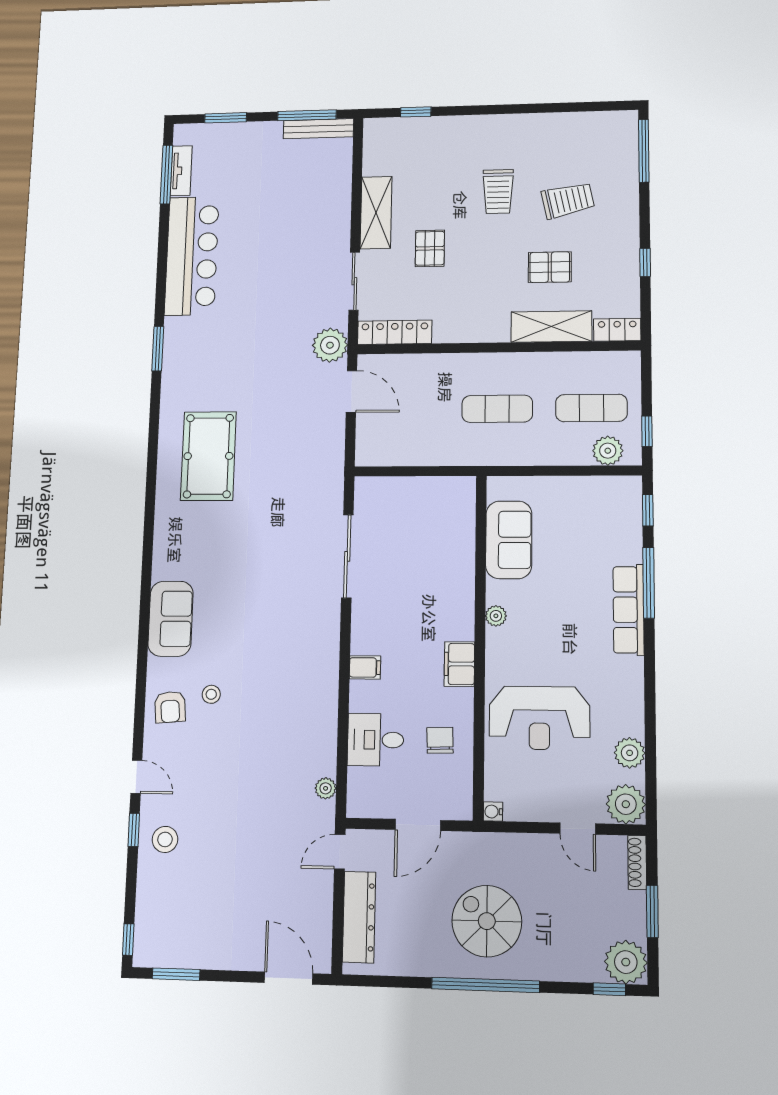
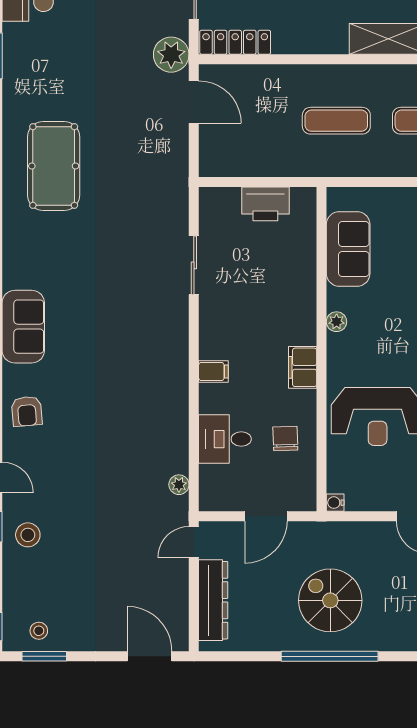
printer: (423, 493) -> (265, 204), added
sliding door: (347, 556) -> (194, 265), width x0.73
stool: (211, 694) -> (39, 631), moved

